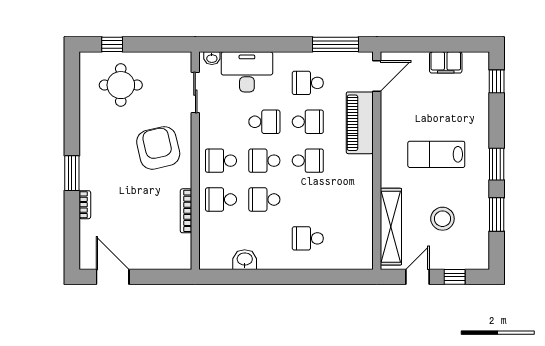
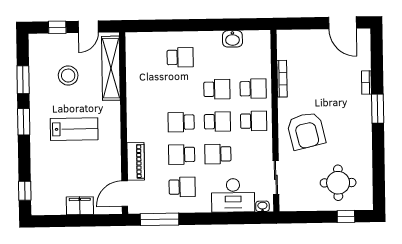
filing cabinet: (446, 62) -> (80, 206), moved
piano: (360, 123) -> (136, 161), width x0.73, depth x0.75

